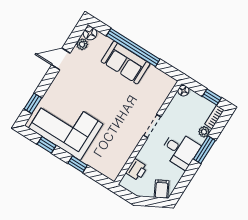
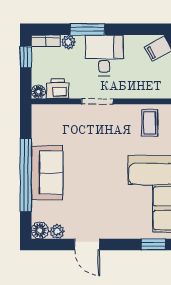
coffee table: (116, 152) -> (150, 123), added
printer: (137, 170) -> (58, 89), moved

